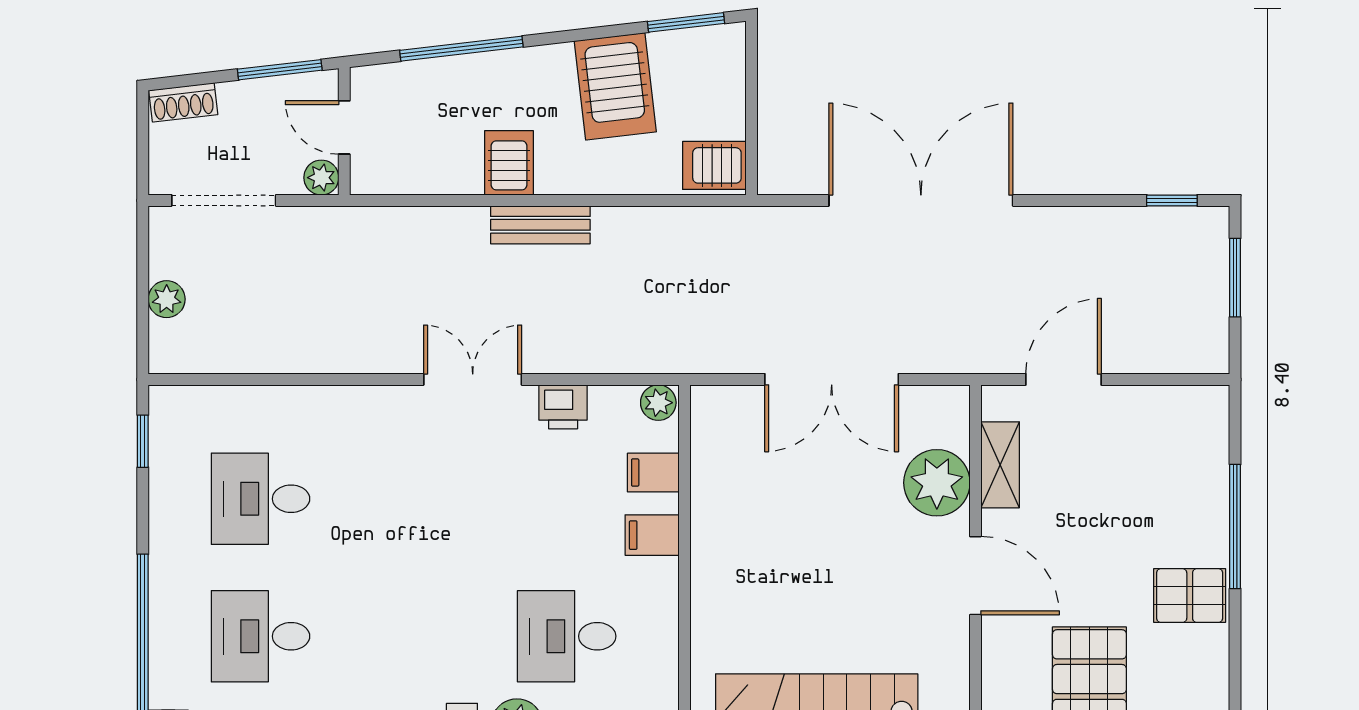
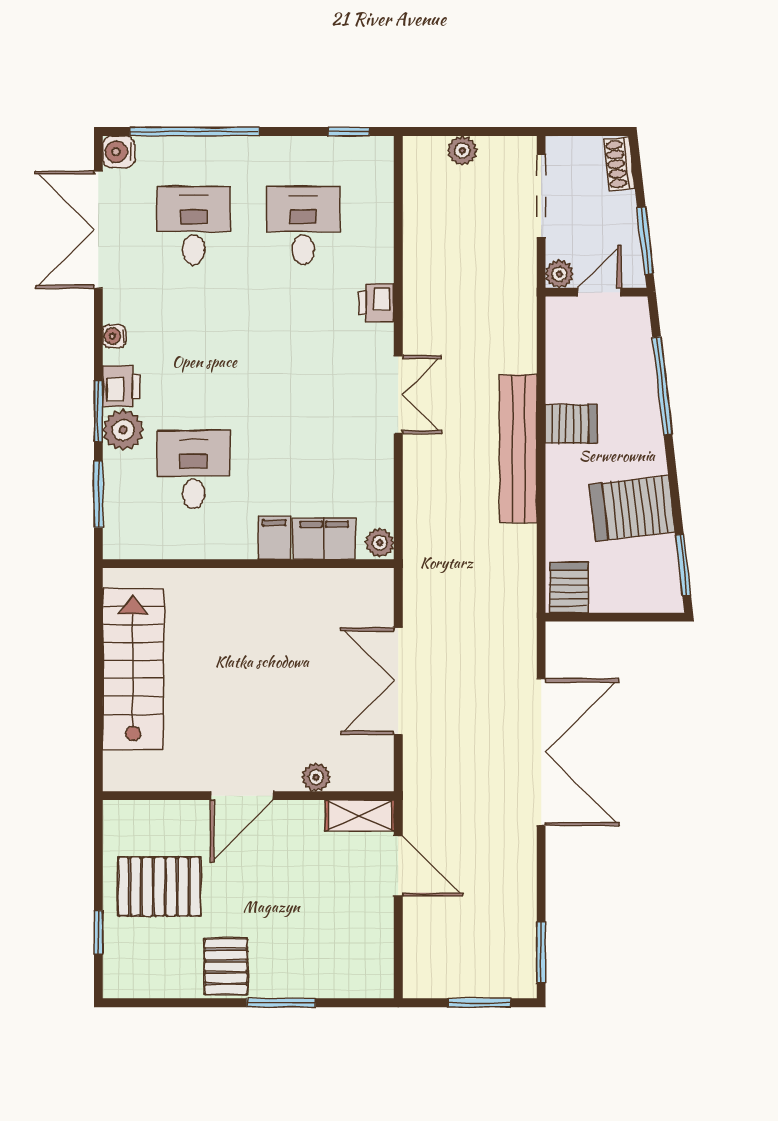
window: (1172, 200) -> (541, 952), width x1.50
bench: (540, 225) -> (518, 449), width x1.86, depth x1.21
printer: (563, 407) -> (376, 303), moved
shelving: (1000, 465) -> (360, 815), moved
filing cabinet: (653, 473) -> (324, 539), width x2.00
plant: (937, 483) -> (316, 777), width x0.53, depth x0.53
window: (1235, 526) -> (281, 1003), width x0.69

